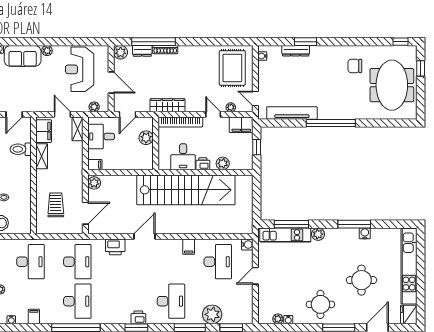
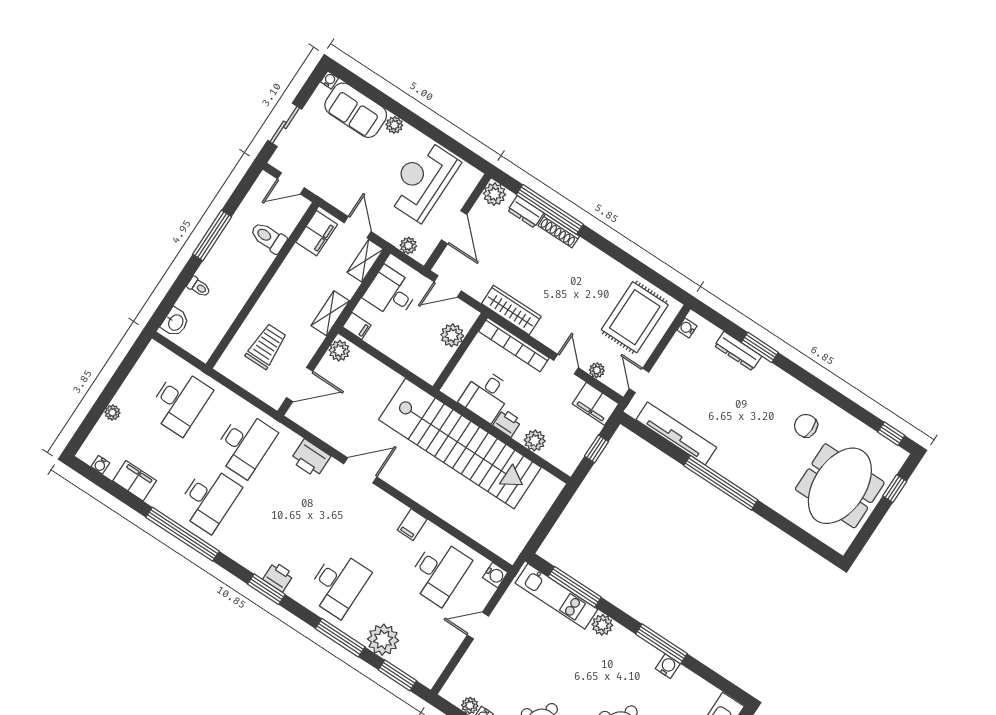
shelving: (42, 156) -> (330, 313), moved
filing cabinet: (34, 317) -> (135, 481), width x2.00

